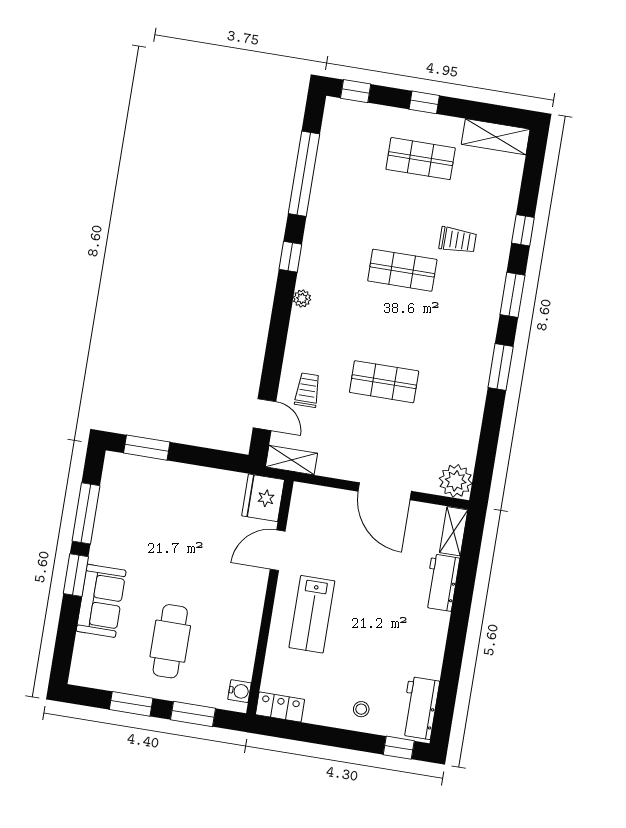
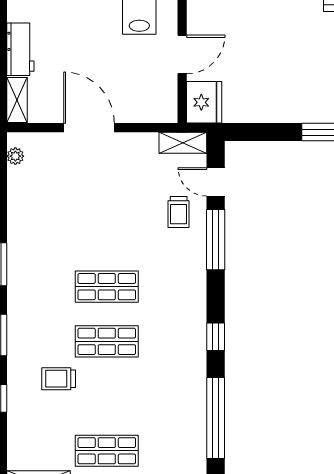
plant: (302, 298) -> (198, 299), removed
window: (274, 356) -> (216, 240), added
shop shelf: (384, 382) -> (107, 287), moved
plant: (456, 481) -> (15, 156), width x0.53, depth x0.53

